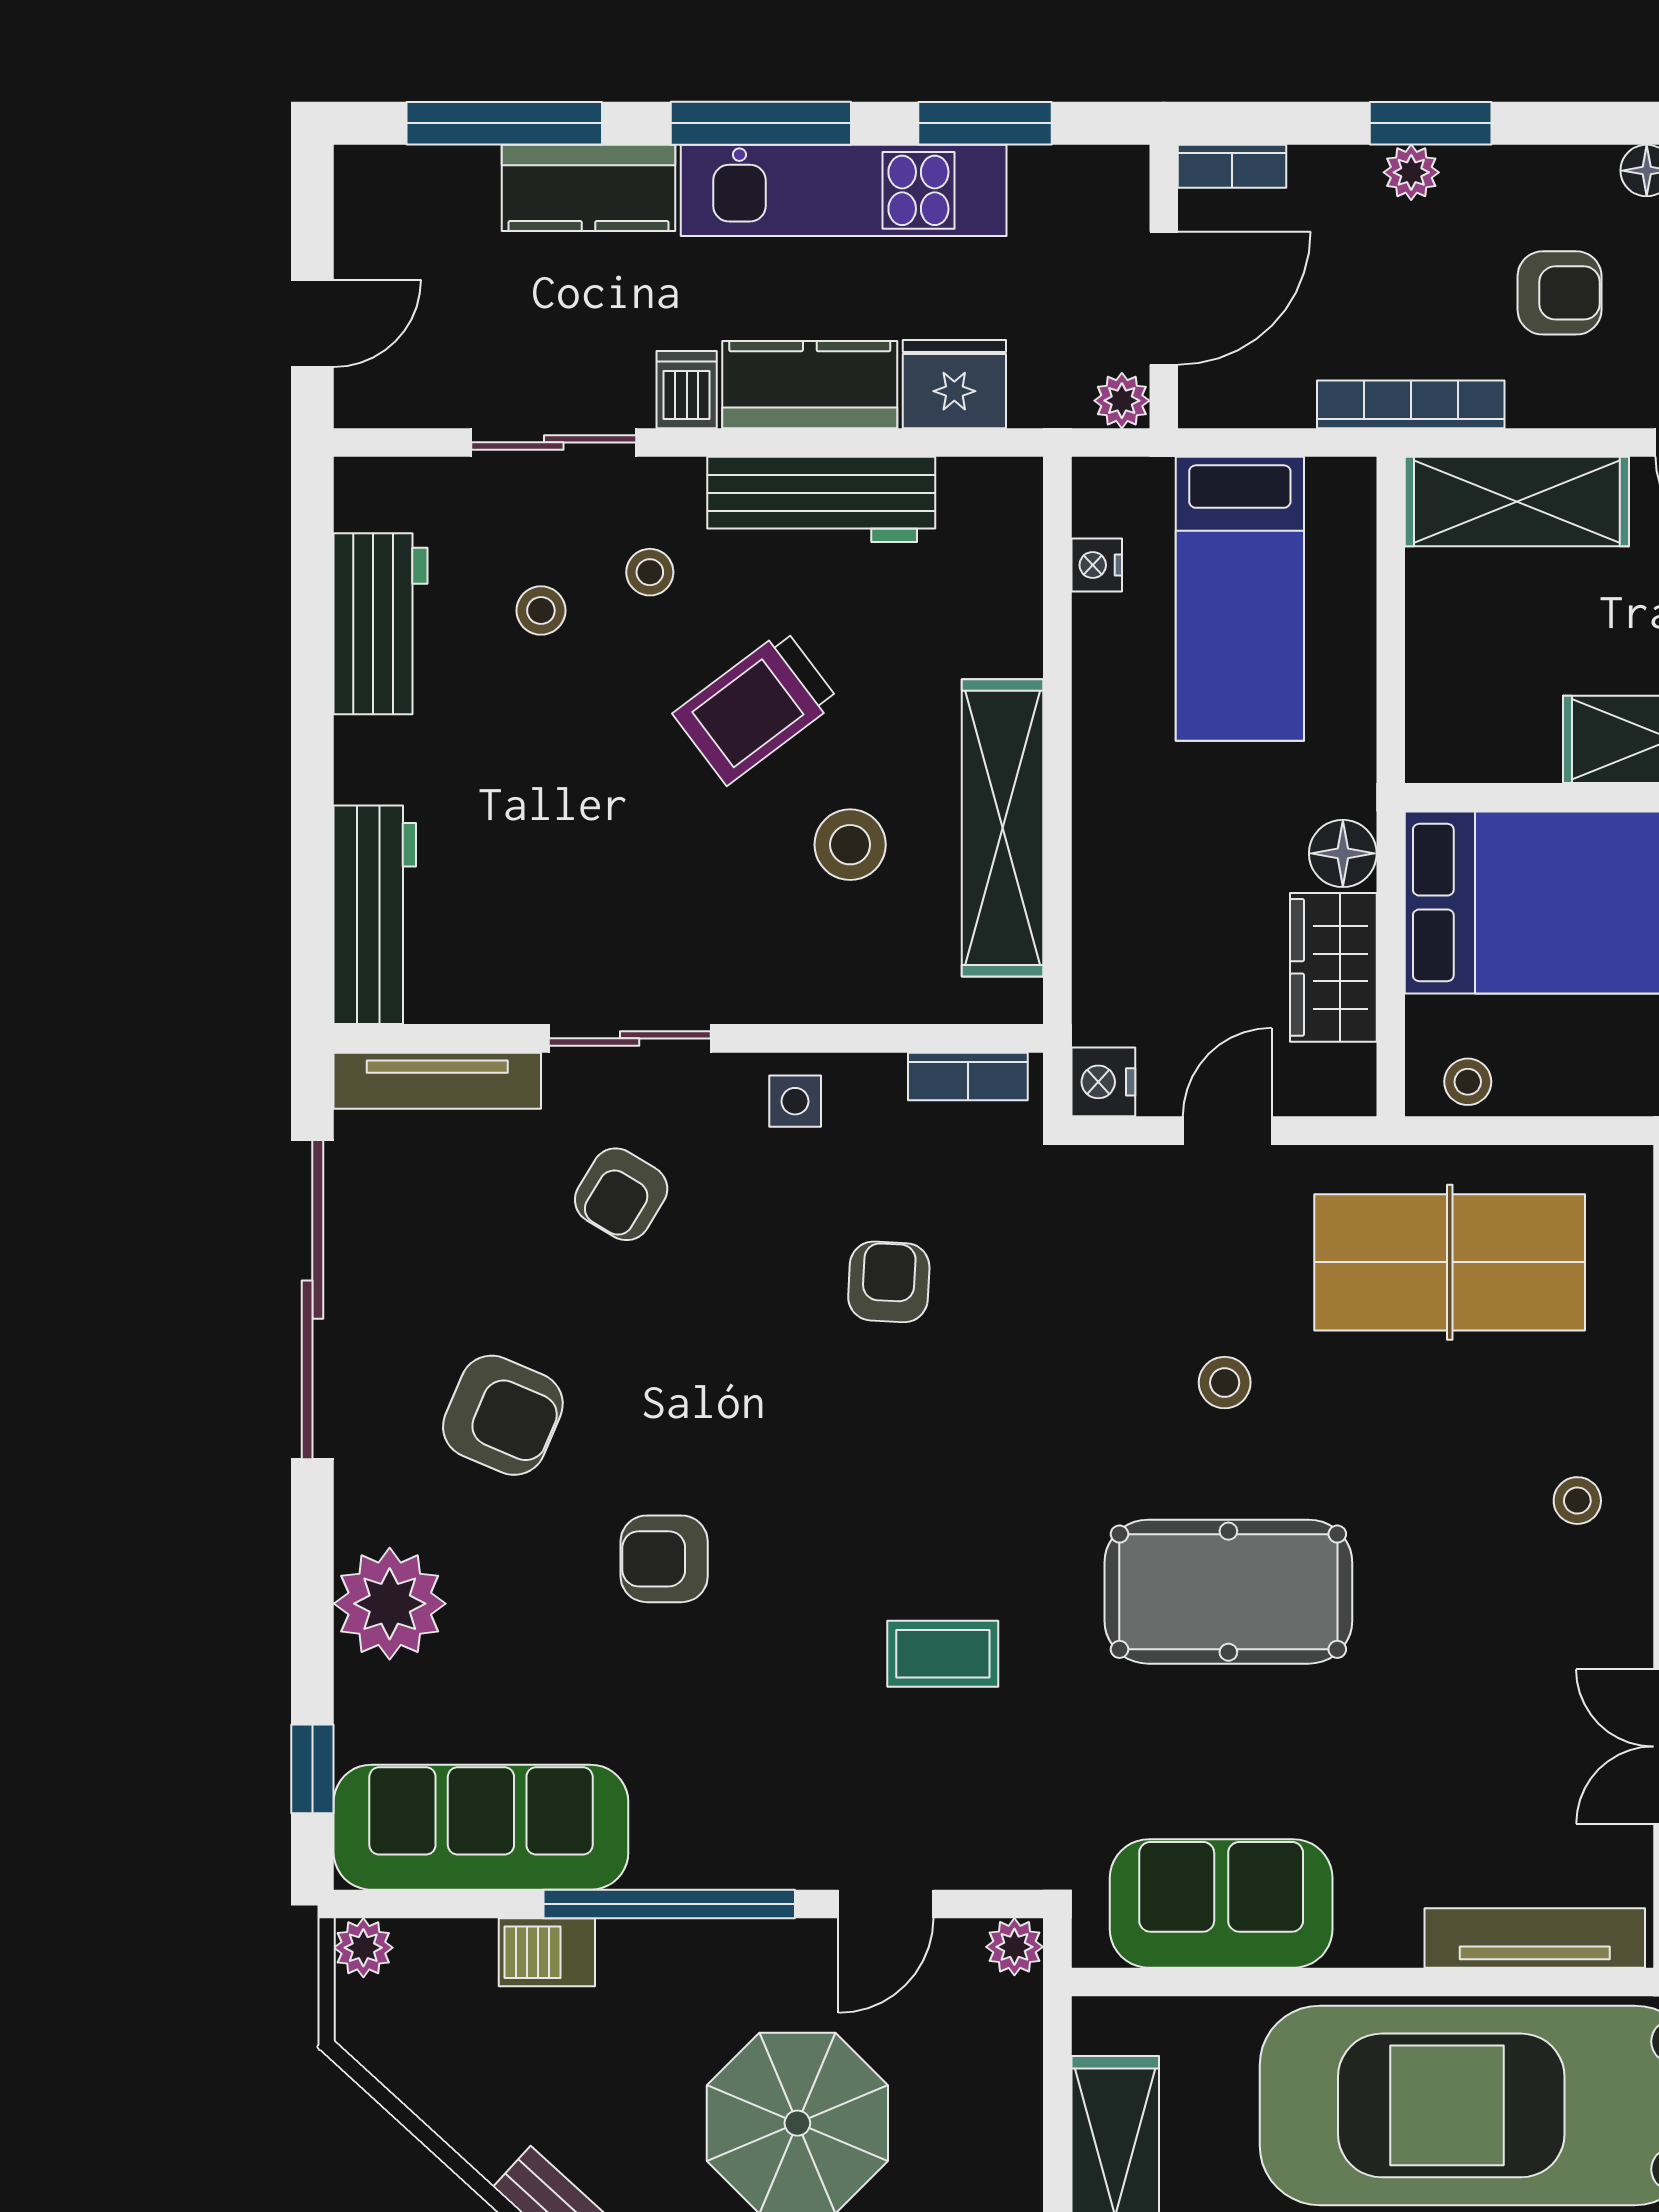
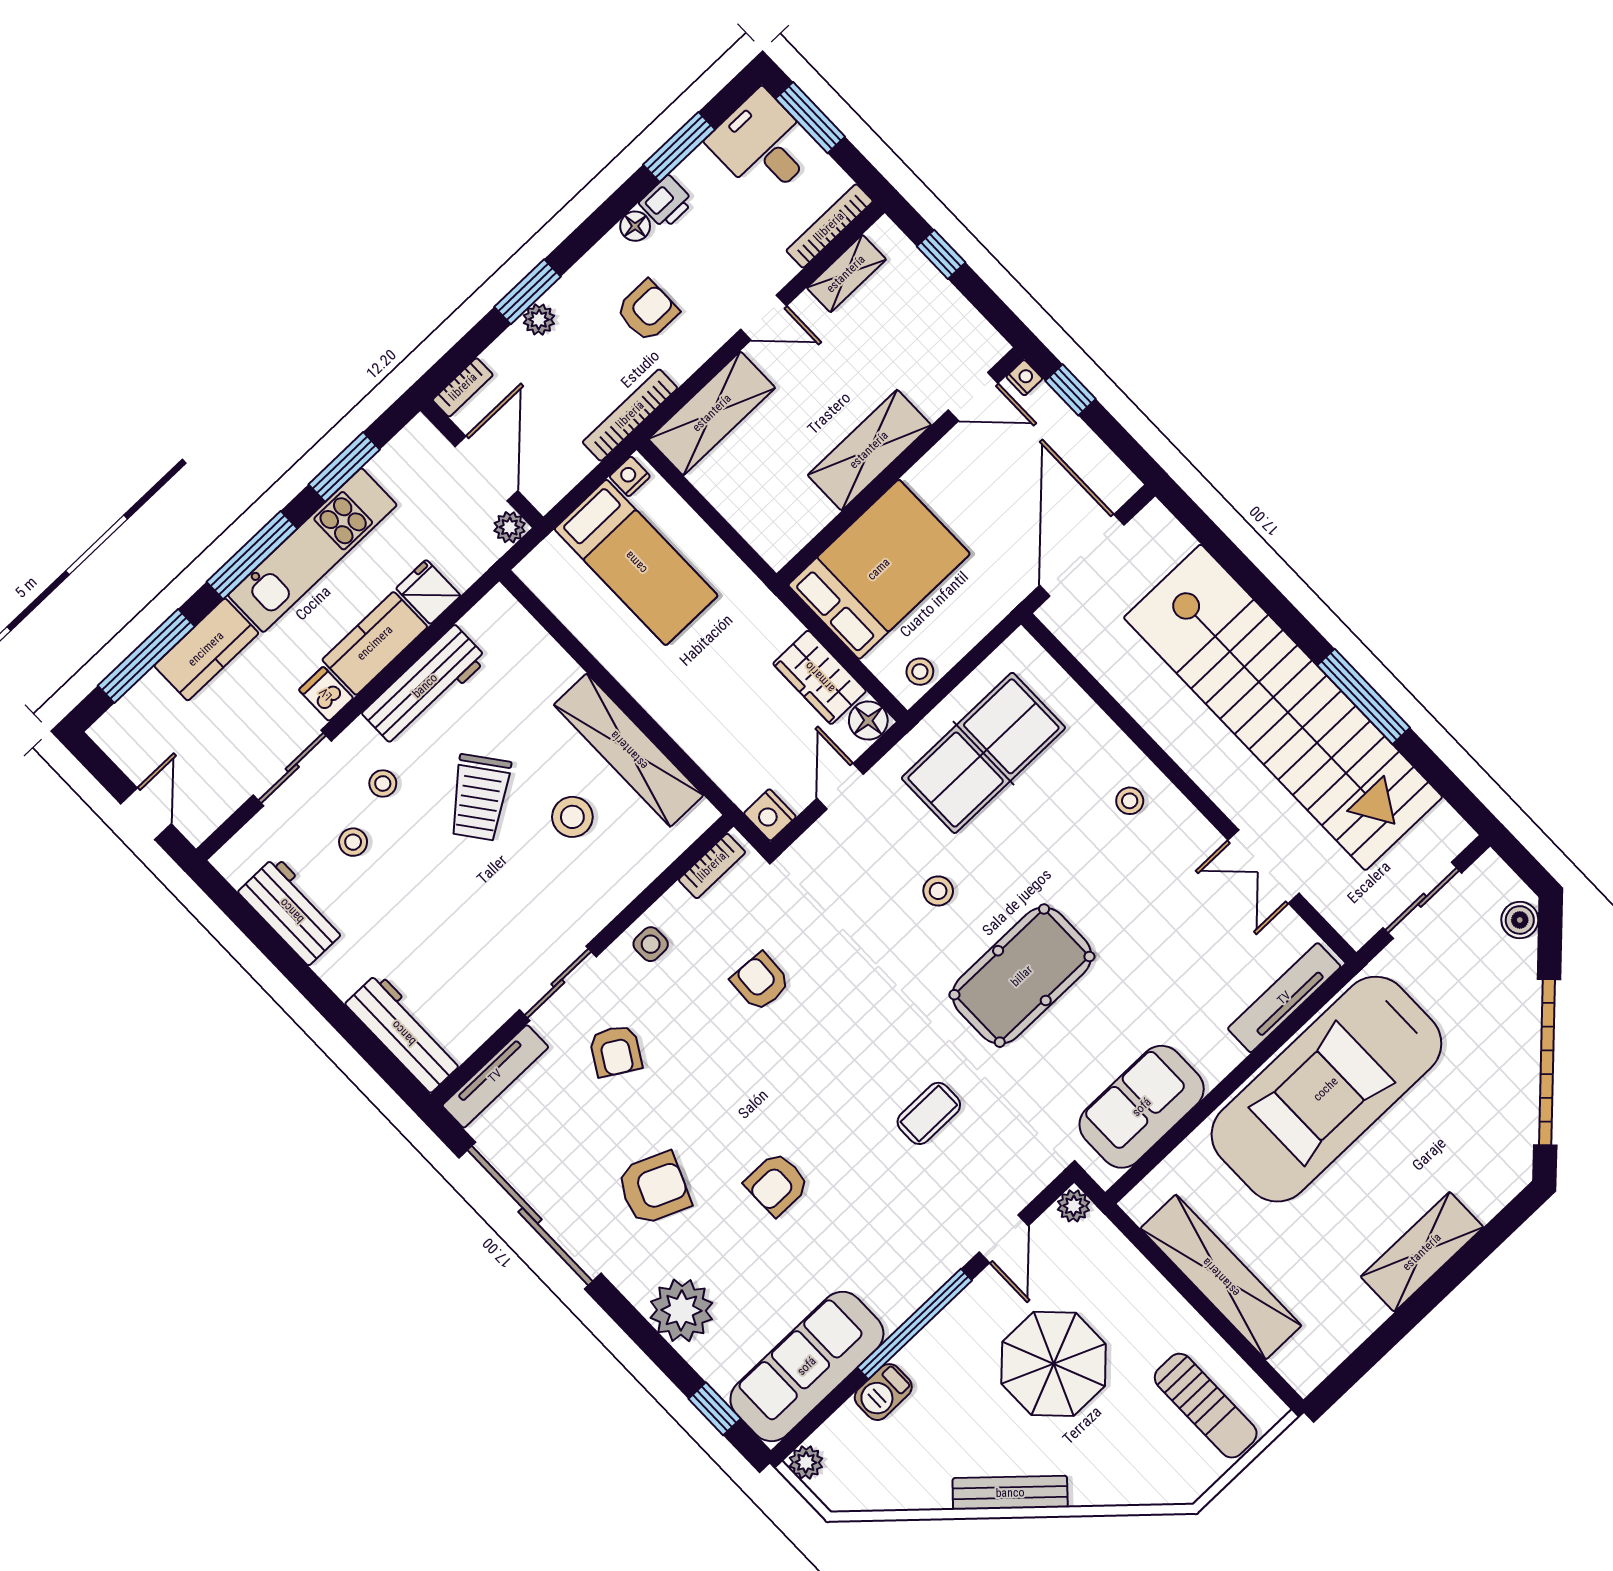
fridge: (954, 384) -> (428, 592), width x0.72
nightstand: (1097, 565) -> (630, 476), moved, turned 90
floor lamp: (1343, 853) -> (868, 721), moved

